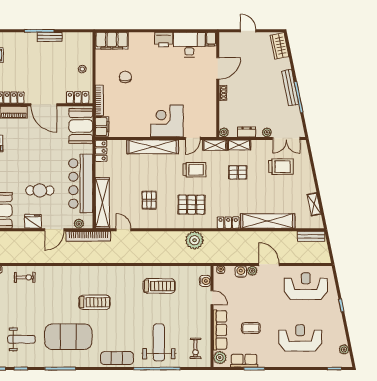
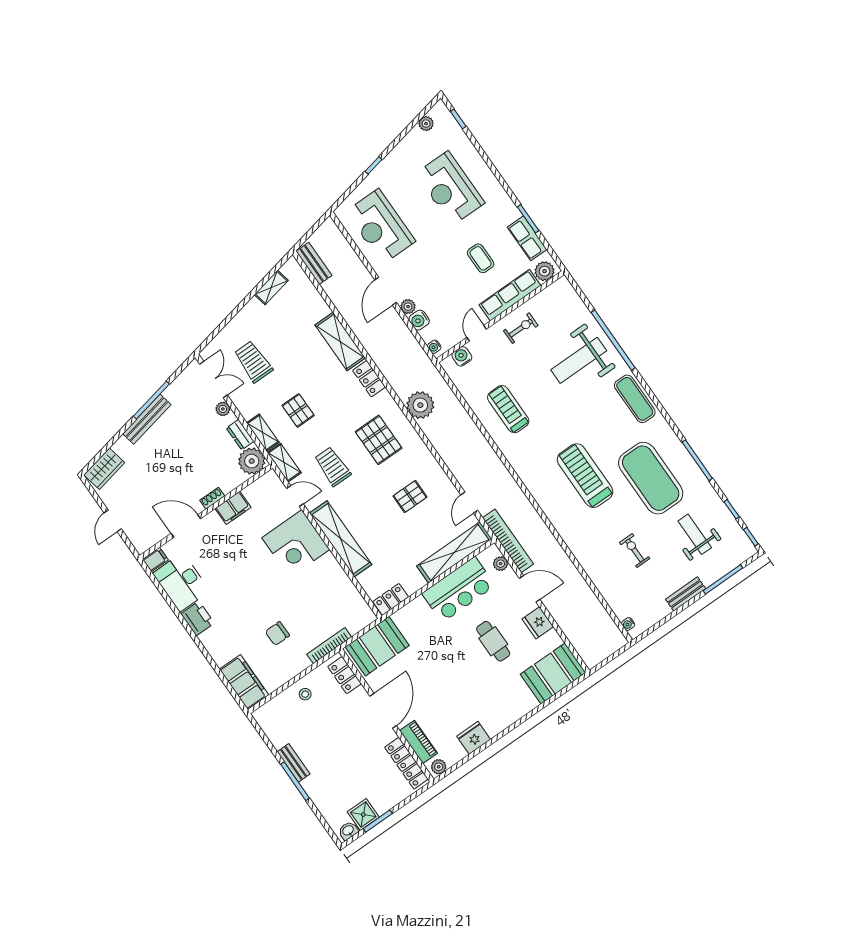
filing cabinet: (102, 126) -> (233, 508), moved, turned 180
plant: (224, 132) -> (252, 461), width x1.87, depth x1.87
bar counter: (81, 183) -> (459, 590), width x0.73
shelving: (268, 221) -> (340, 341), width x0.68
exercise bike: (25, 277) -> (635, 550), moved
treadmill: (94, 302) -> (585, 476), width x1.37, depth x1.38
exercise bike: (196, 348) -> (521, 328), moved

